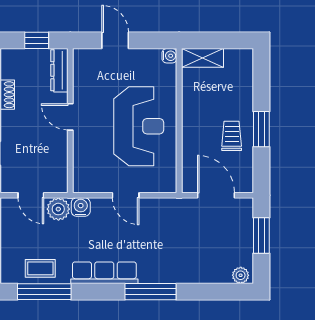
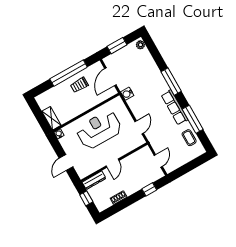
window: (261, 129) -> (69, 73), width x2.11
door: (126, 195) -> (139, 127), moved
water cooler: (81, 207) -> (127, 94), moved
plant: (58, 209) -> (157, 145), removed
window: (44, 292) -> (193, 119), moved

